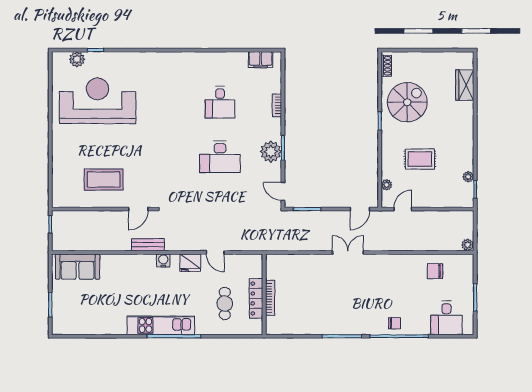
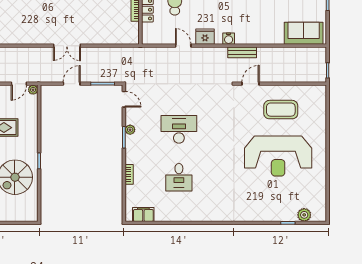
shoe rack: (386, 66) -> (33, 209), removed
reception desk: (98, 101) -> (278, 156), moved
desk: (220, 102) -> (179, 177), turned 180
plant: (271, 152) -> (130, 130), width x0.53, depth x0.53
plant: (387, 185) -> (33, 90), moved
door: (360, 209) -> (72, 84), moved

